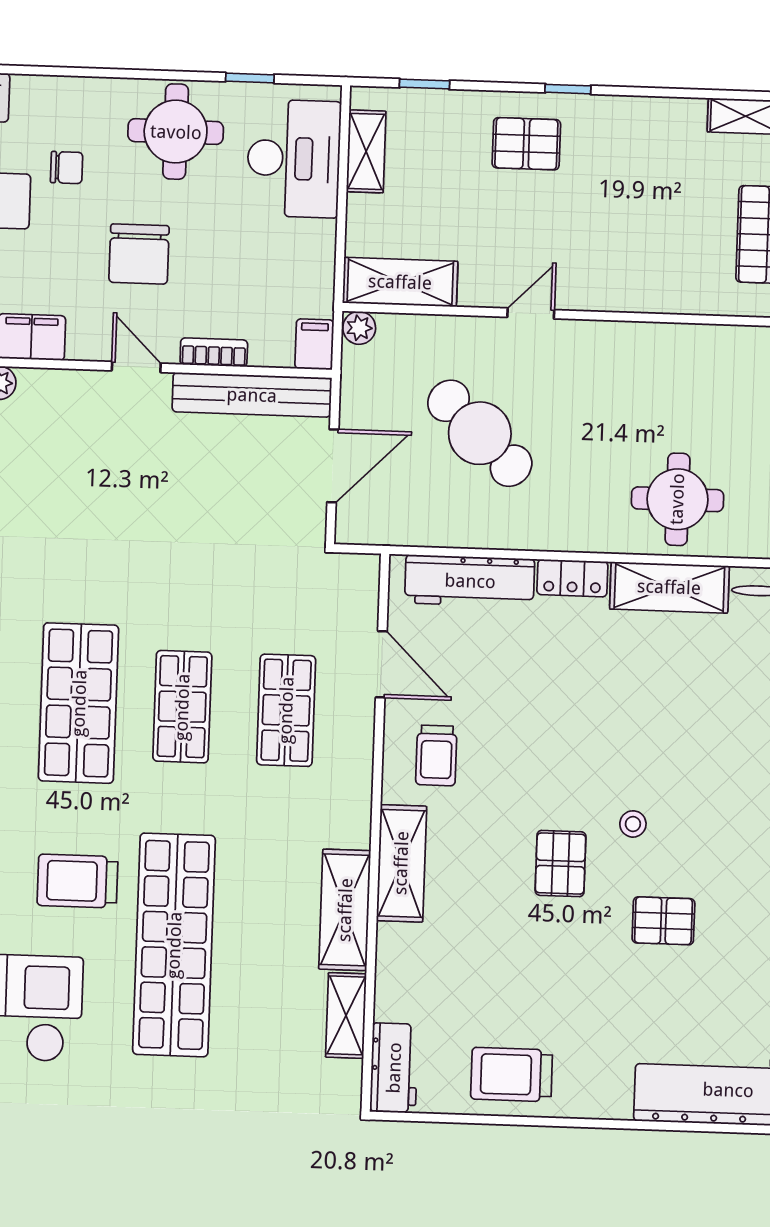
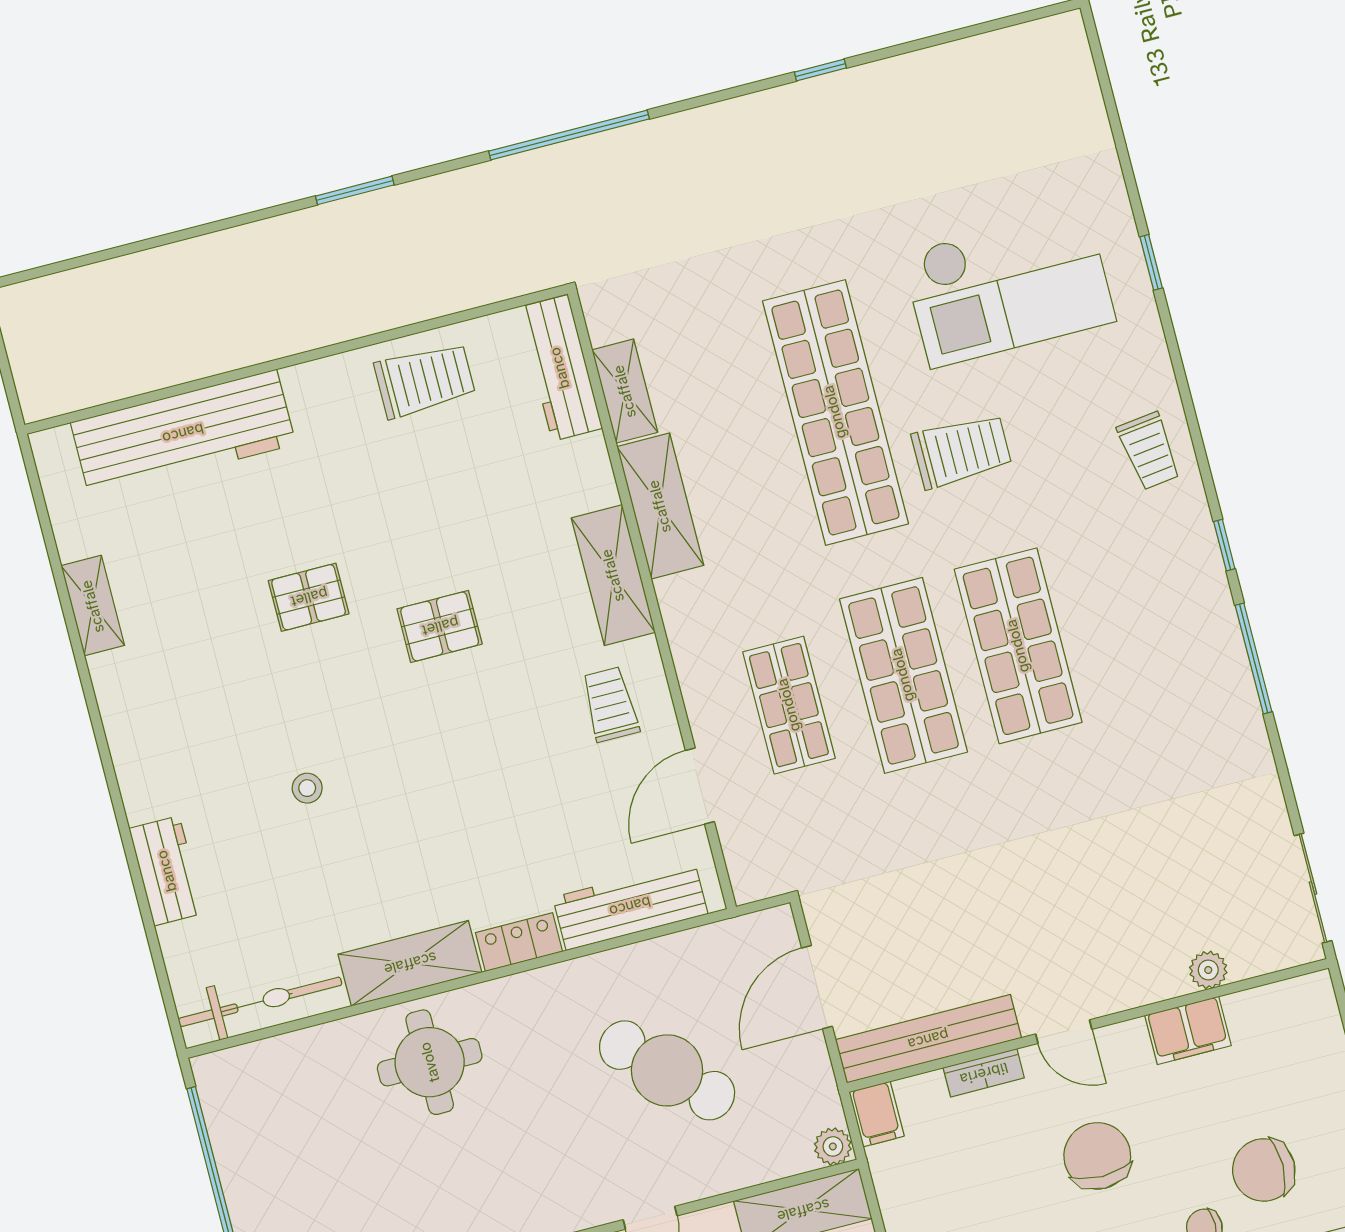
door: (381, 664) -> (700, 786), hinge flipped
shop shelf: (182, 707) -> (903, 675), width x1.43, depth x1.36
stool: (633, 824) -> (307, 788), moved
pallet: (561, 864) -> (440, 626), turned 90
workbench: (394, 1068) -> (560, 368), width x1.37

